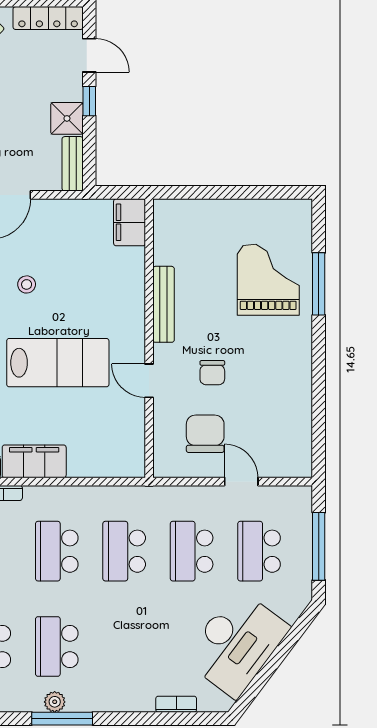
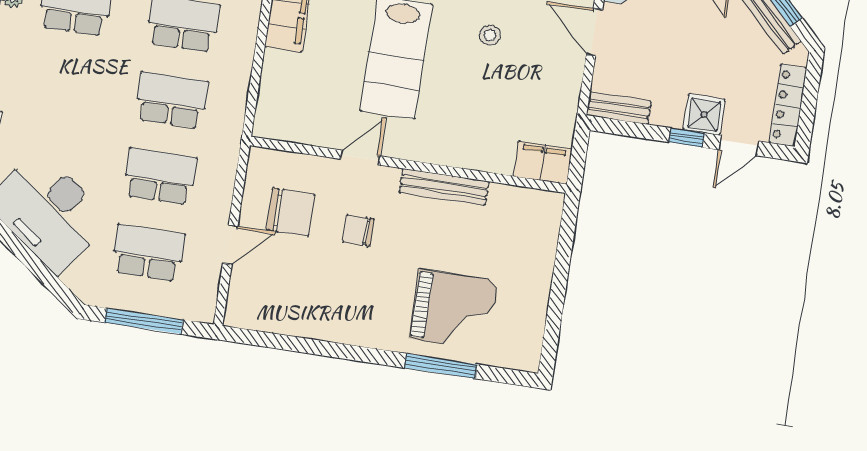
shower: (67, 118) -> (704, 114), moved

